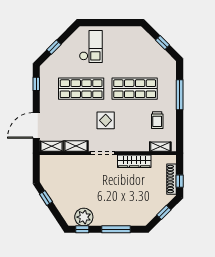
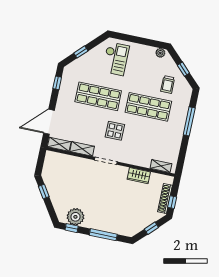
plant: (135, 31) -> (160, 53), added
trolley: (157, 120) -> (168, 84), moved
wardrobe: (134, 161) -> (139, 176), width x0.67

